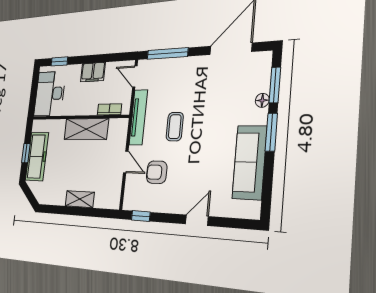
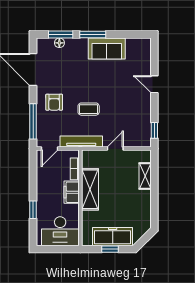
window: (59, 61) -> (33, 210), moved
filing cabinet: (93, 72) -> (72, 192), moved, turned 180
floor lamp: (262, 100) -> (59, 43), moved
sofa: (249, 162) -> (107, 49), width x0.73
armchair: (157, 172) -> (54, 102), moved
shelving: (80, 199) -> (145, 176), moved

